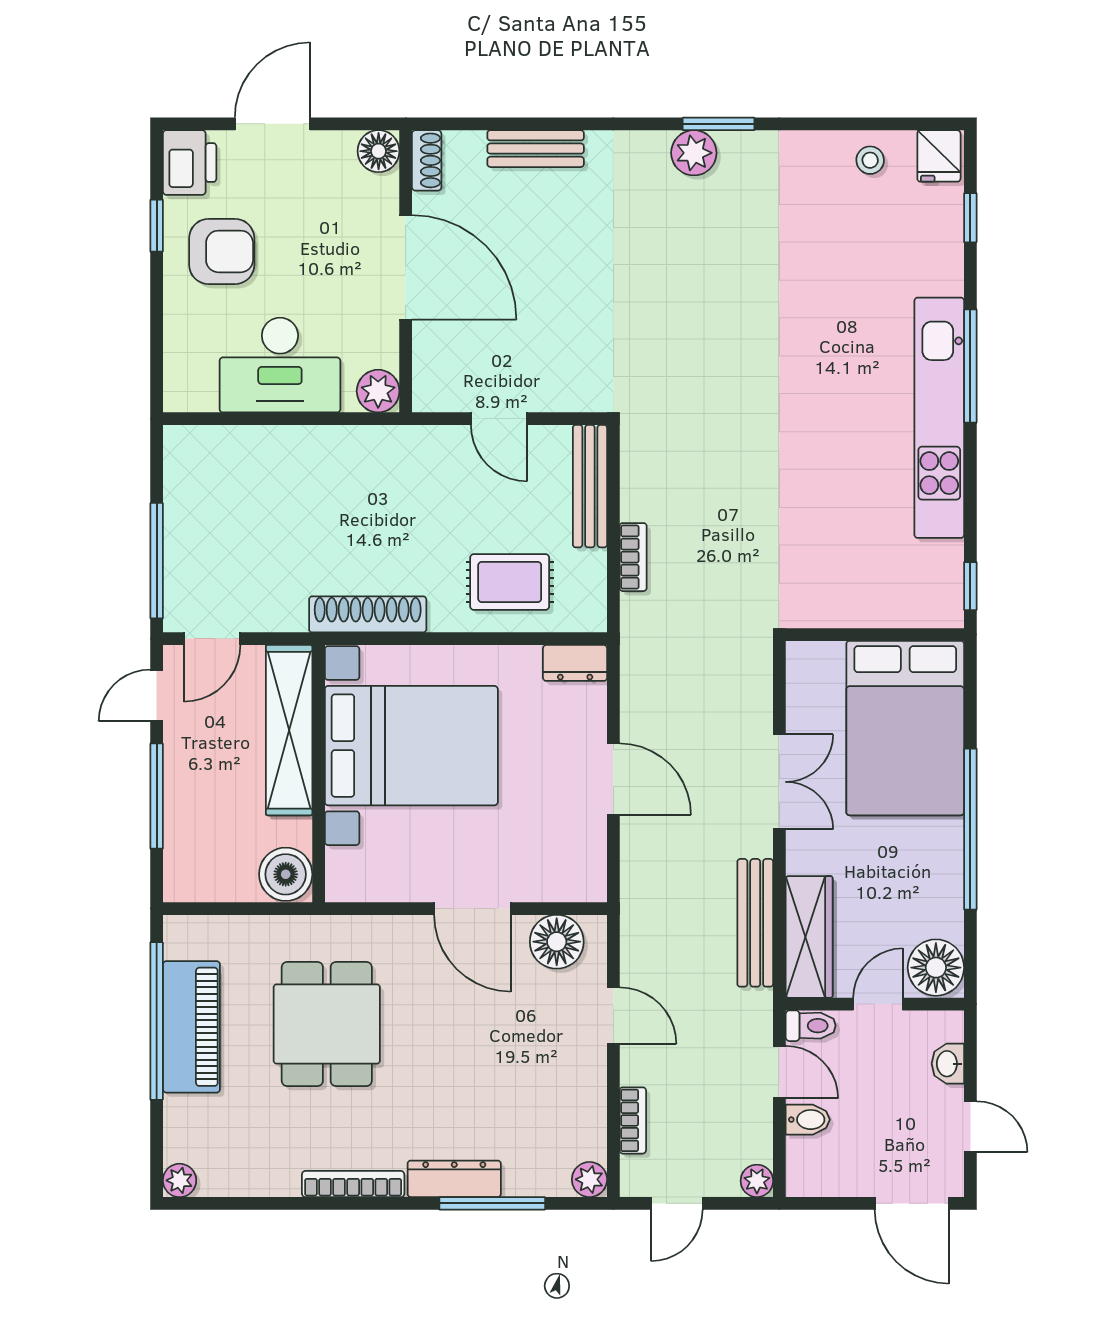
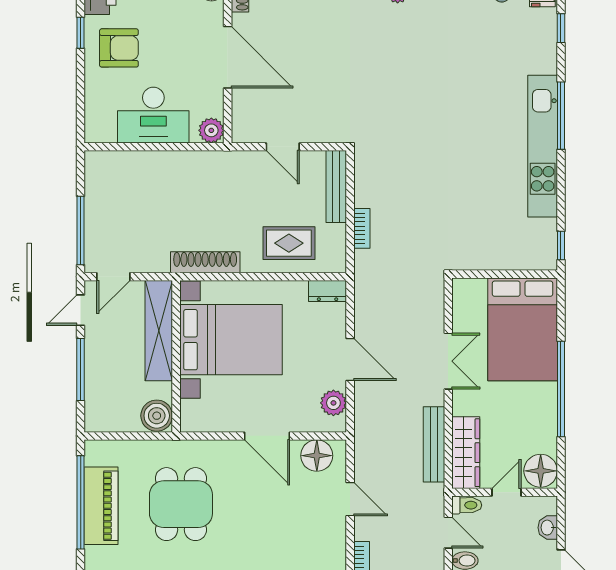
plant: (585, 853) -> (333, 403), added

